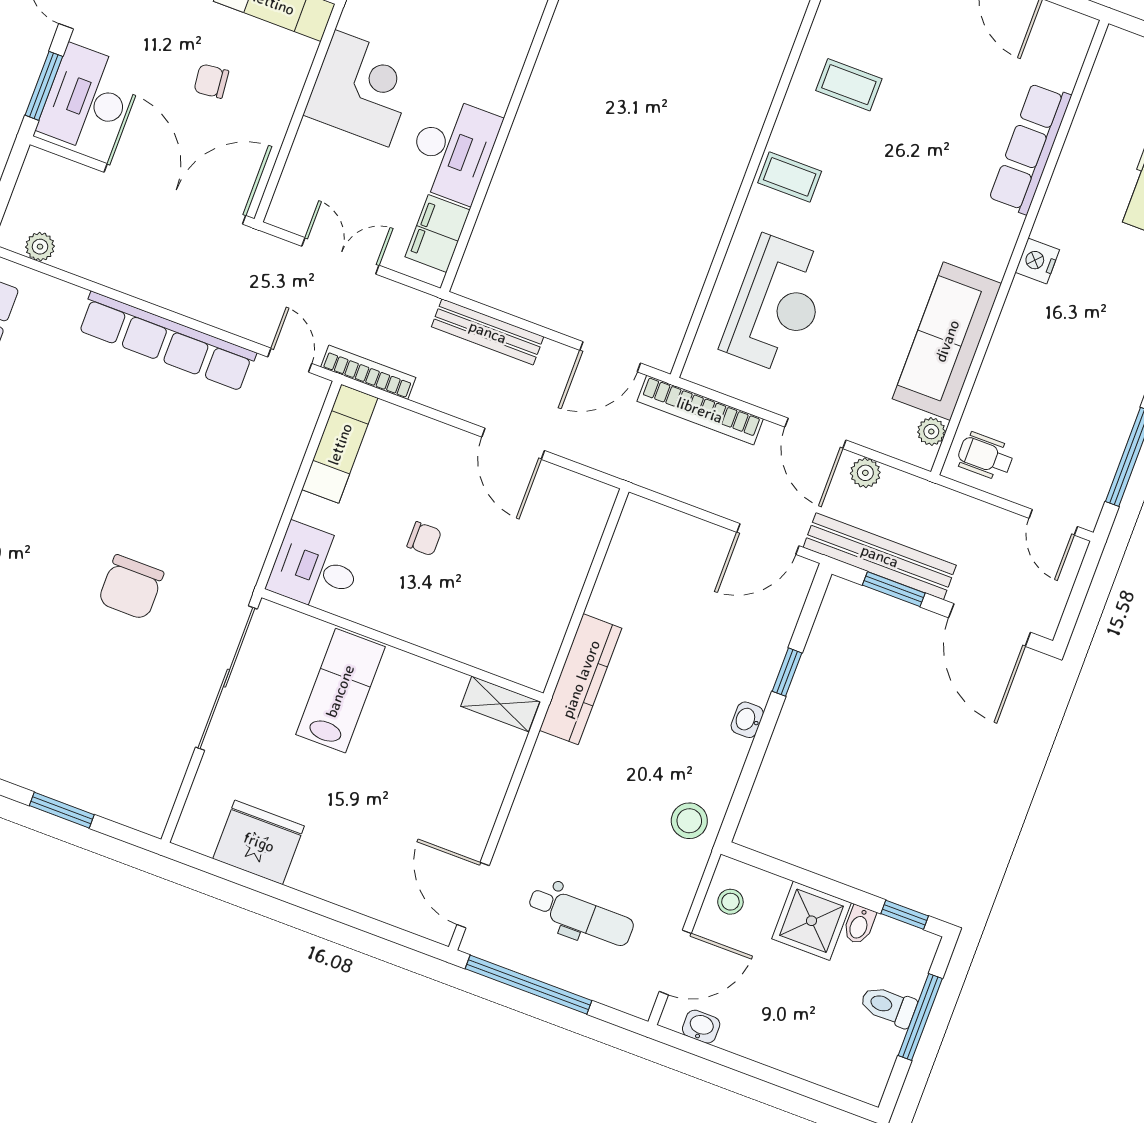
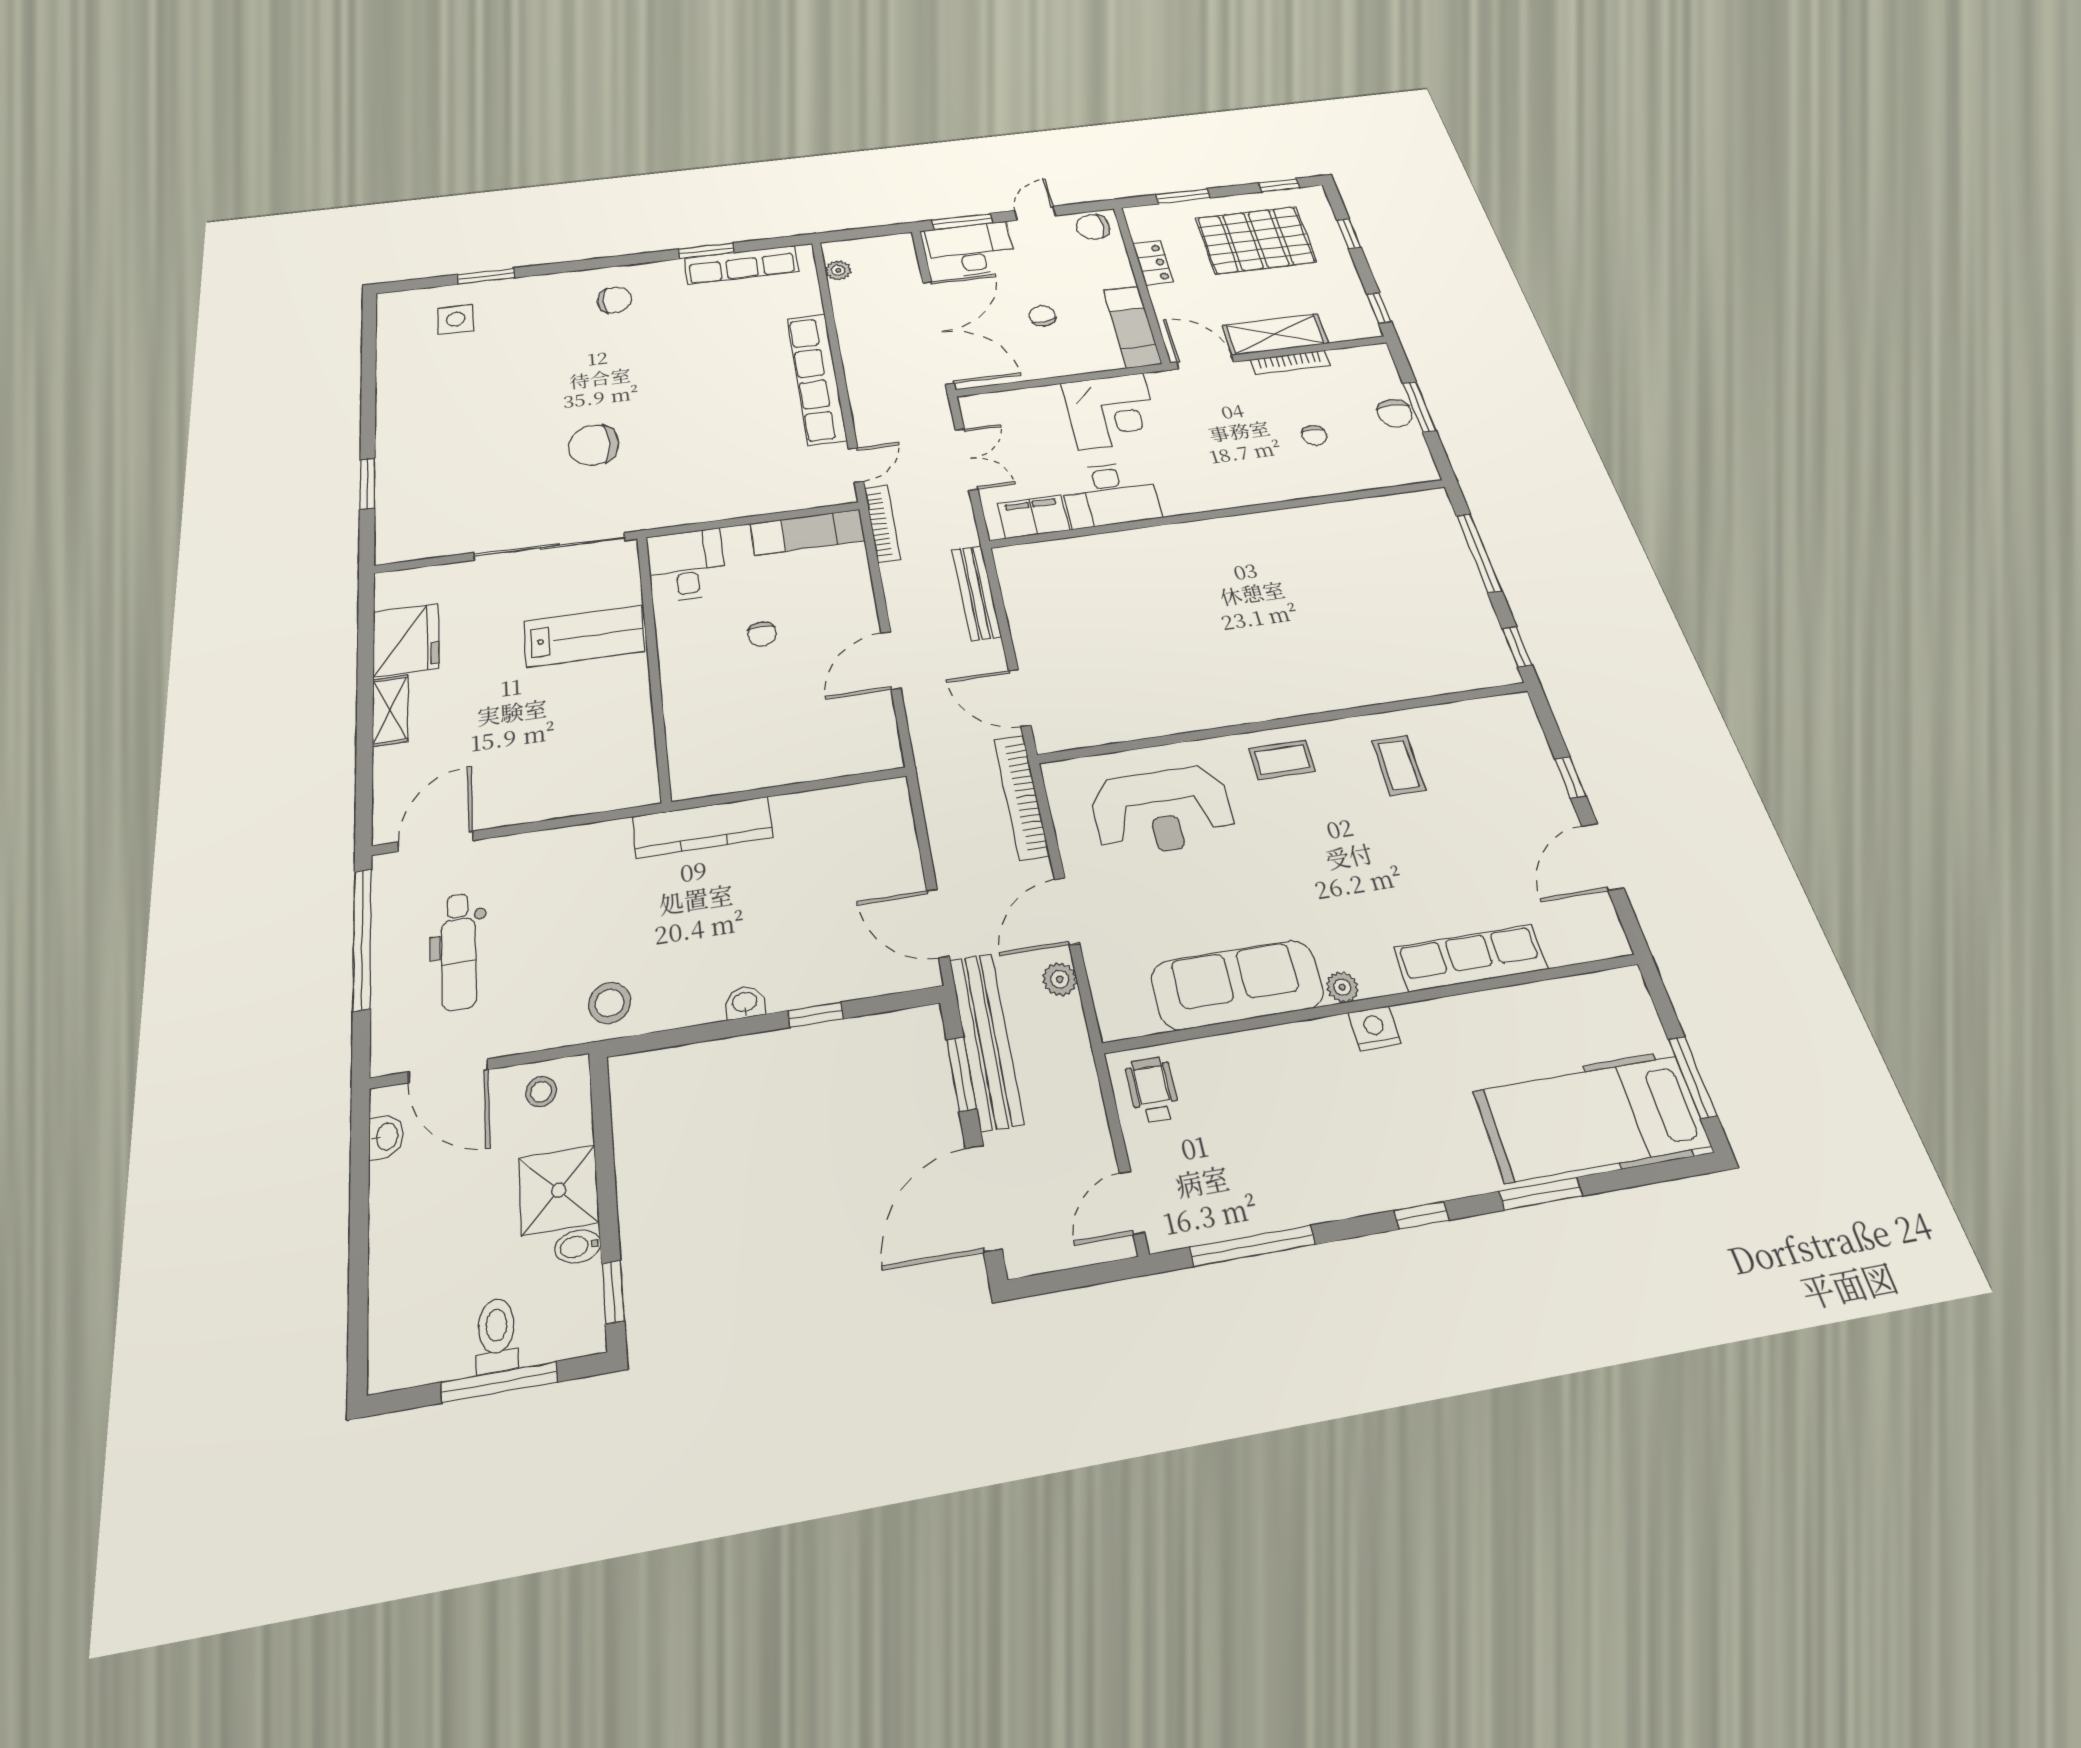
coffee table: (790, 177) -> (1282, 760), turned 90
plant: (931, 432) -> (1342, 987), moved
shelving: (500, 704) -> (390, 710), moved

